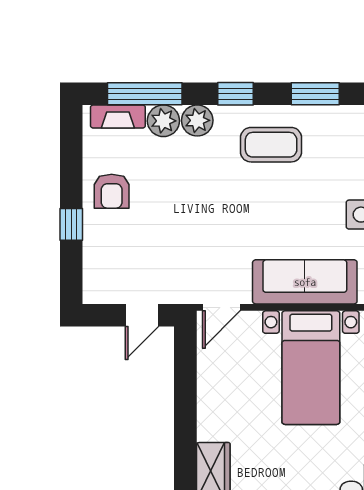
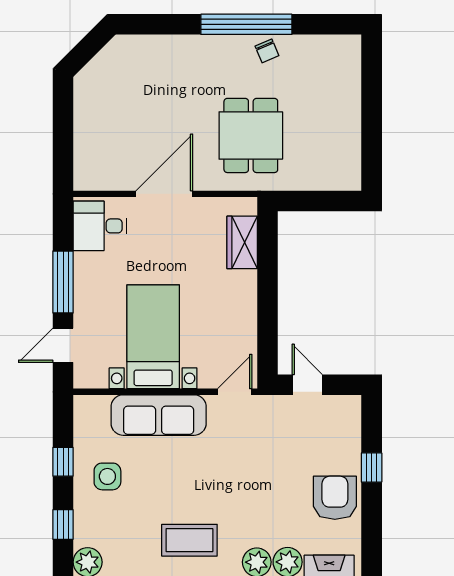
armchair: (112, 191) -> (335, 498), width x1.38, depth x1.38
door: (142, 315) -> (307, 385), hinge flipped

